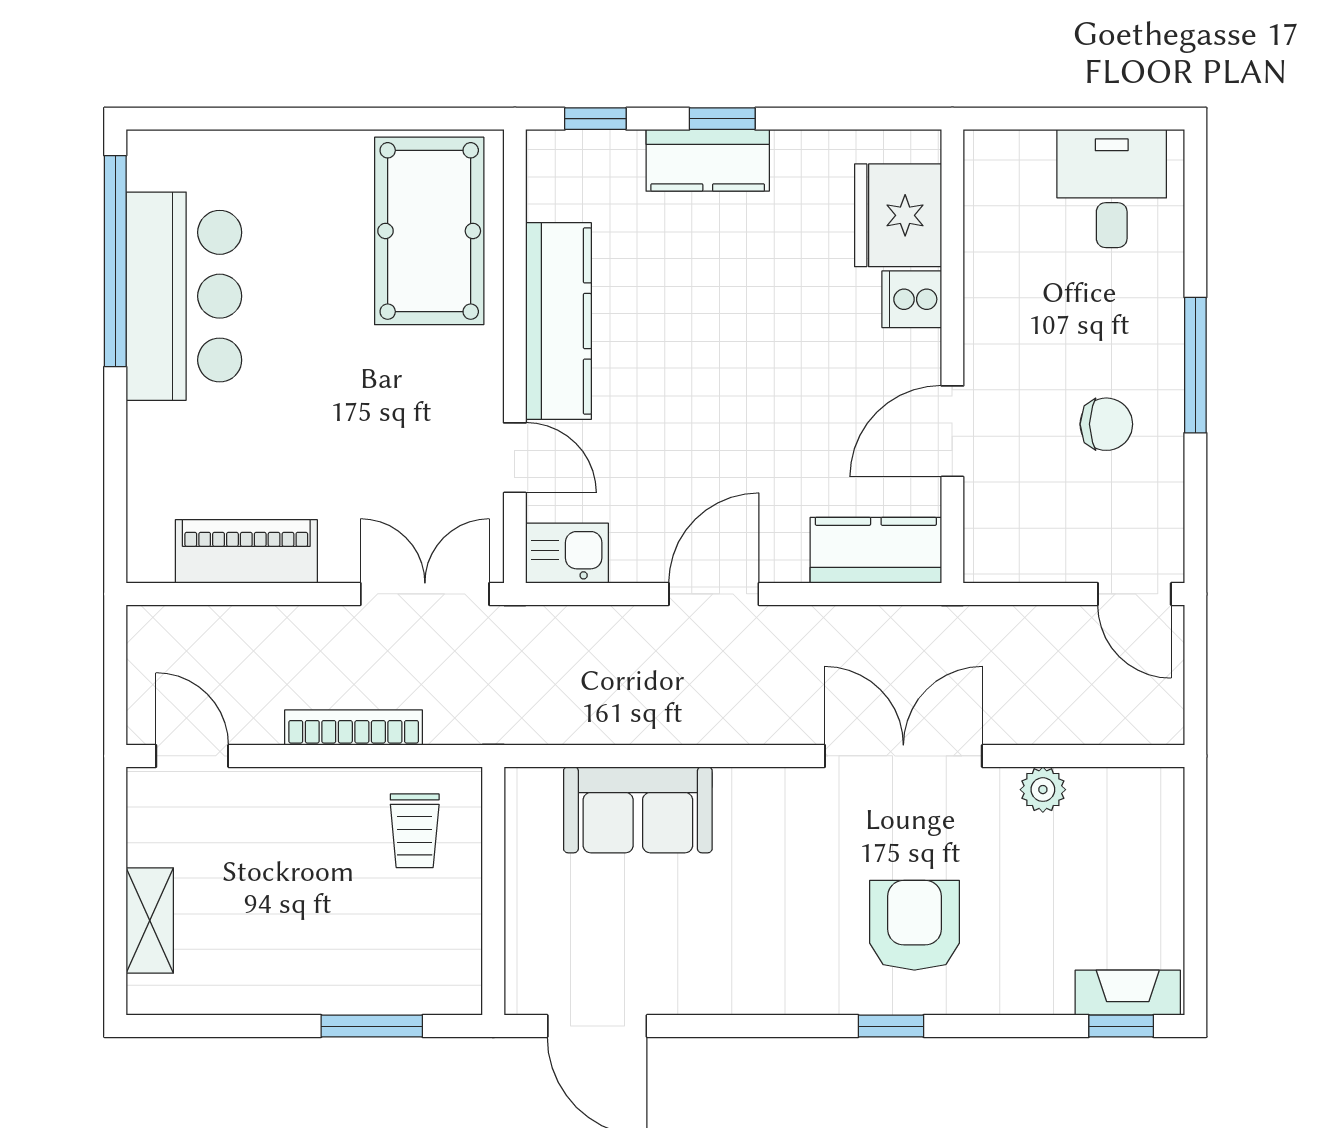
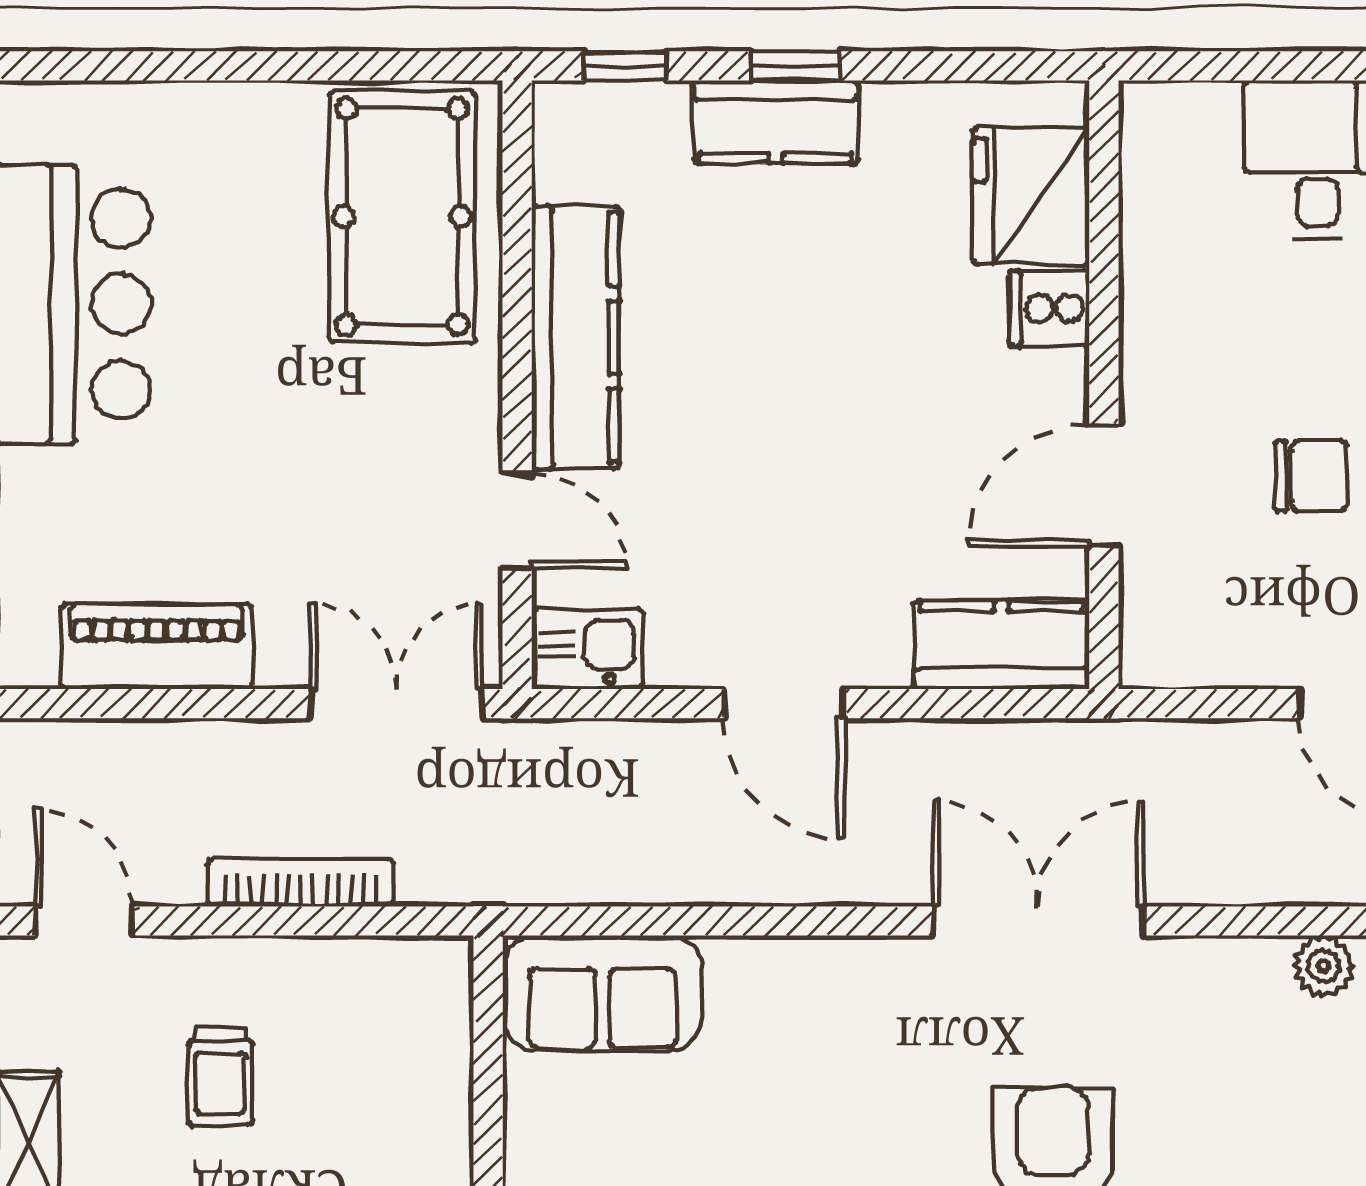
door: (714, 594) -> (784, 704), swing flipped
plant: (1043, 790) -> (1323, 966), moved
sofa: (638, 810) -> (602, 993), moved
trolley: (415, 831) -> (220, 1076), moved

